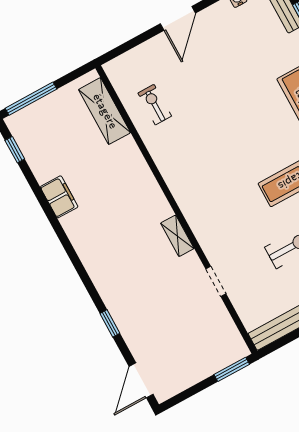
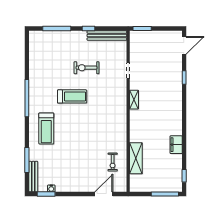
door: (178, 18) -> (104, 194), moved
shelving: (105, 111) -> (136, 158), moved

